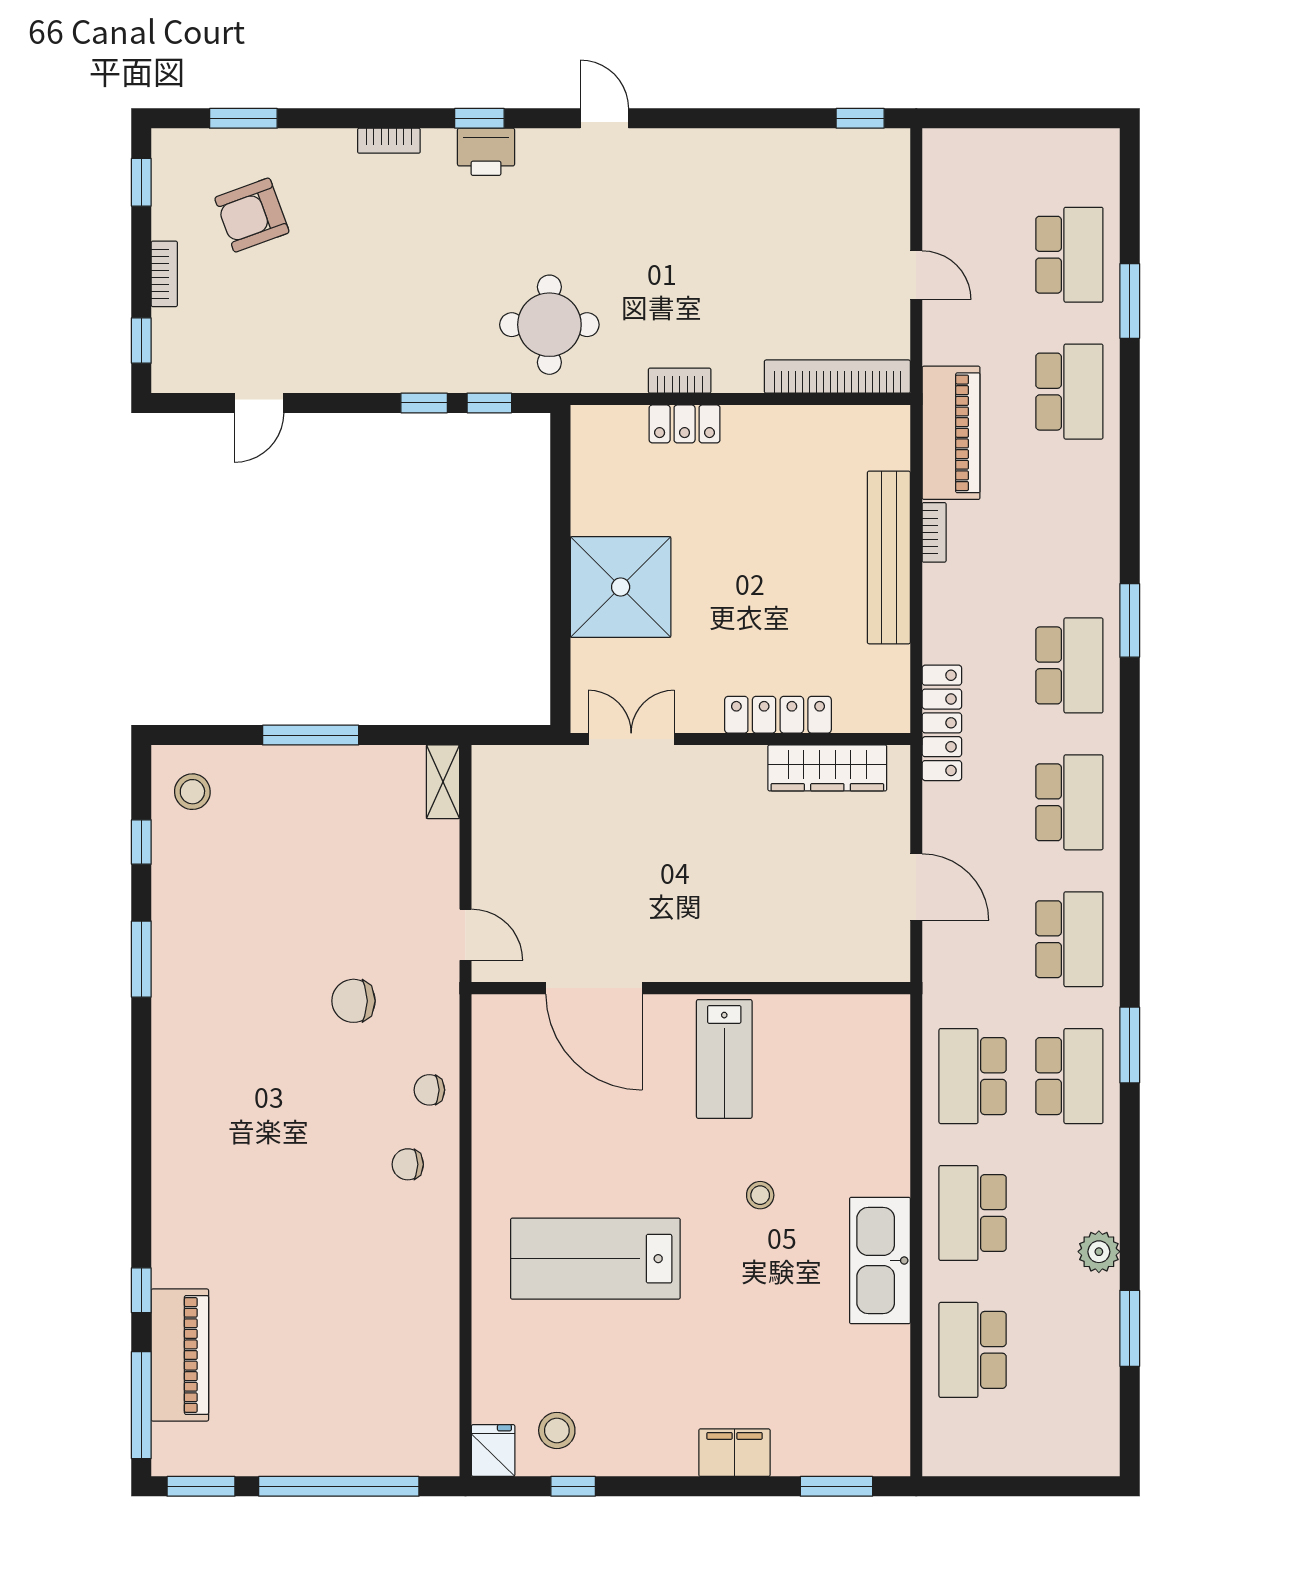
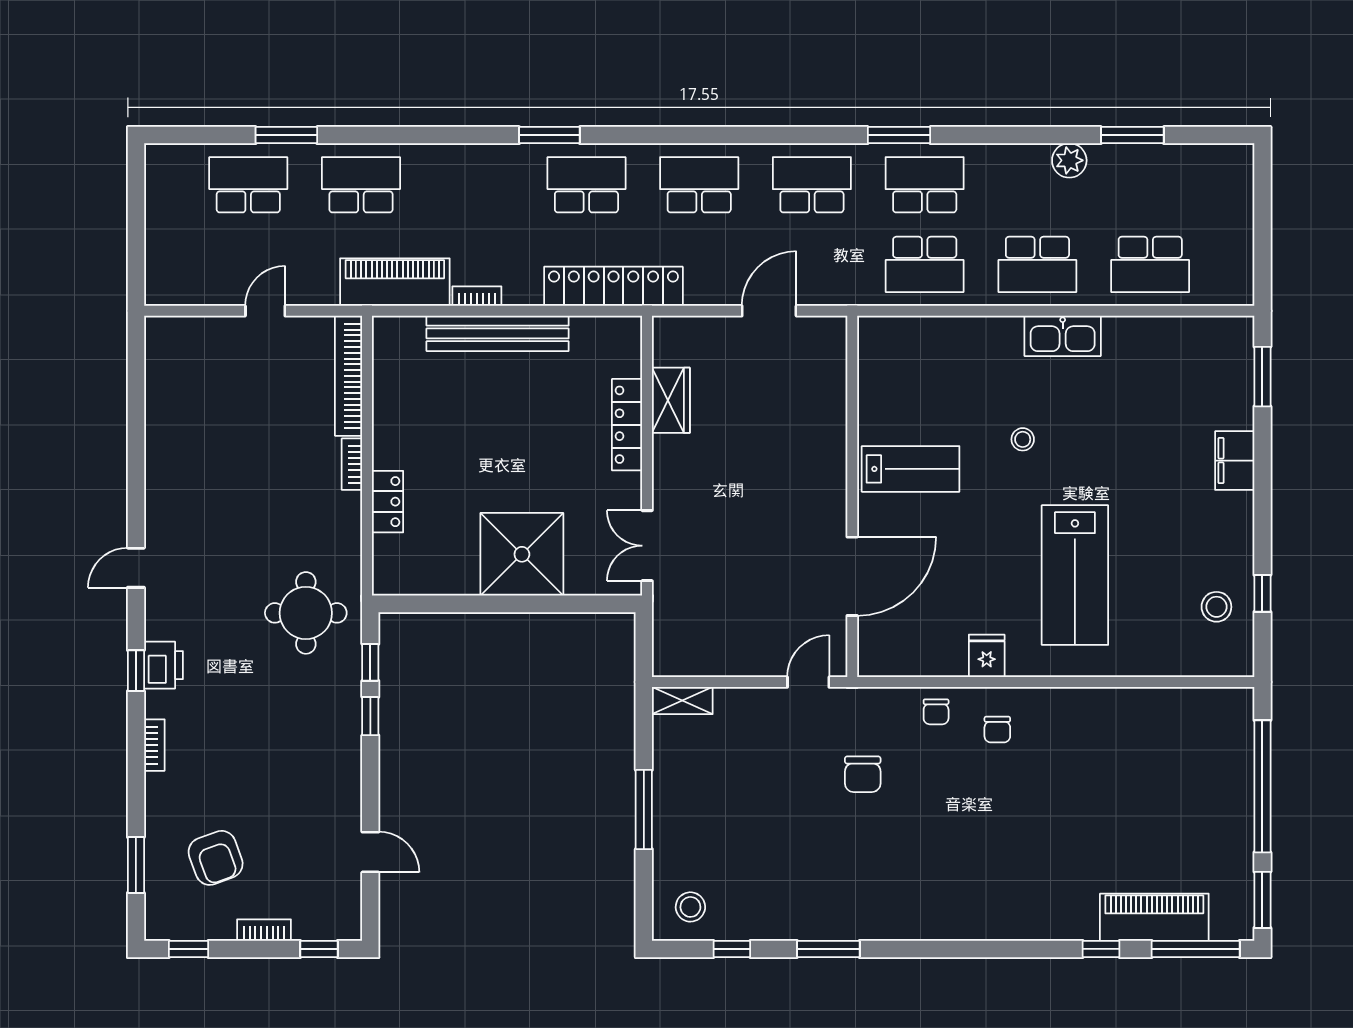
window: (860, 118) -> (136, 357), removed
bookcase: (680, 381) -> (352, 464), moved
locker: (942, 723) -> (613, 286), width x1.41, depth x1.21
wardrobe: (827, 768) -> (671, 400), width x0.67
kitchen sink: (880, 1261) -> (1063, 336), width x0.73, depth x0.81
fridge: (493, 1451) -> (987, 656), moved, turned 90

